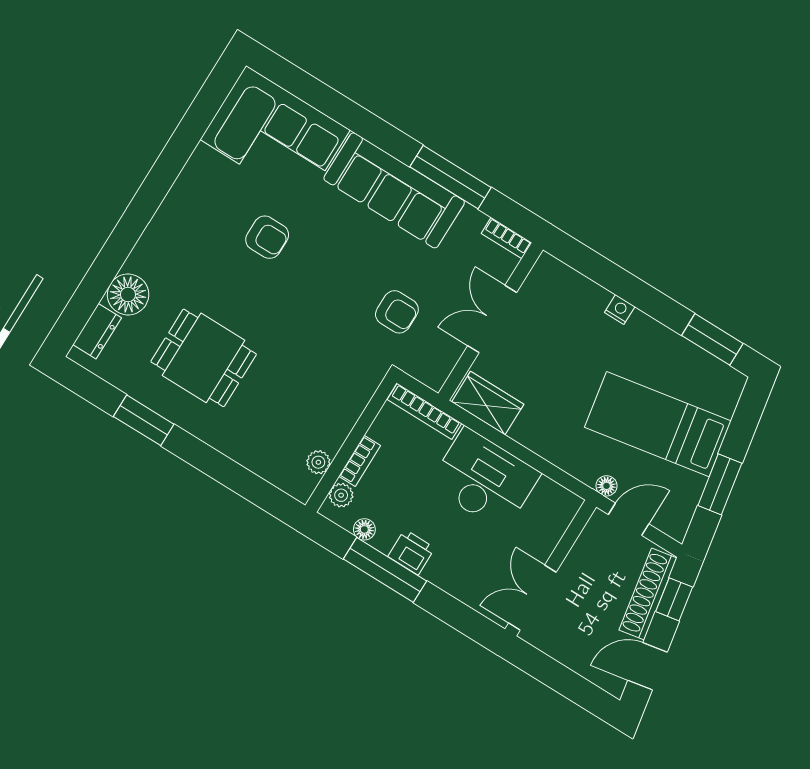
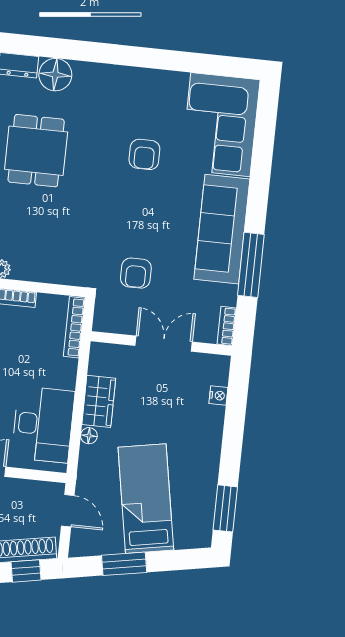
nightstand: (620, 310) -> (218, 396), moved
wardrobe: (488, 403) -> (99, 401), moved
desk: (484, 479) -> (43, 424), moved
floor lamp: (606, 486) -> (89, 436), moved

